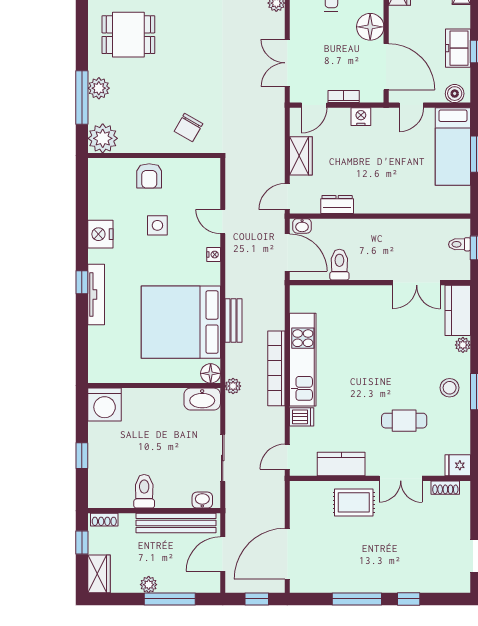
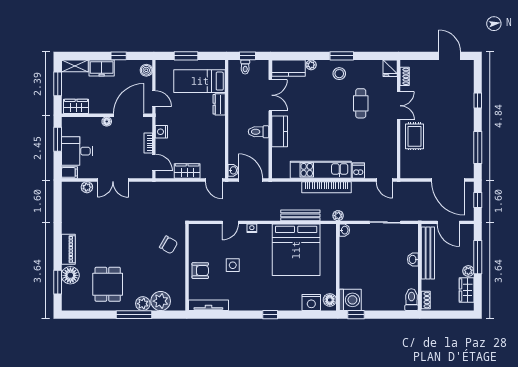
floor lamp: (370, 27) -> (107, 121), width x0.53, depth x0.53
freezer: (458, 48) -> (102, 68), moved
double door: (287, 63) -> (113, 180), moved
window: (82, 97) -> (134, 315), moved
plant: (103, 138) -> (161, 301), moved
bed: (453, 147) -> (200, 81), moved, turned 180
dresser: (337, 204) -> (219, 104), moved
nightstand: (100, 234) -> (311, 303), moved
door: (287, 253) -> (251, 180), hinge flipped
toilet: (339, 265) -> (258, 132), moved
tv unit: (96, 295) -> (208, 305), moved
bench: (233, 320) -> (300, 215), width x1.36
floor lamp: (211, 373) -> (330, 300), moved
washbasin: (202, 399) -> (344, 230), width x0.52, depth x0.69
window: (82, 456) -> (356, 315), moved
kitchen counter: (341, 464) -> (280, 131), moved, turned 180
toilet: (144, 491) -> (411, 300), moved, turned 90
washbasin: (202, 500) -> (413, 259), moved
window: (82, 543) -> (441, 315), removed
wardrobe: (99, 574) -> (467, 290), moved, turned -90
window: (357, 599) -> (478, 147), moved

